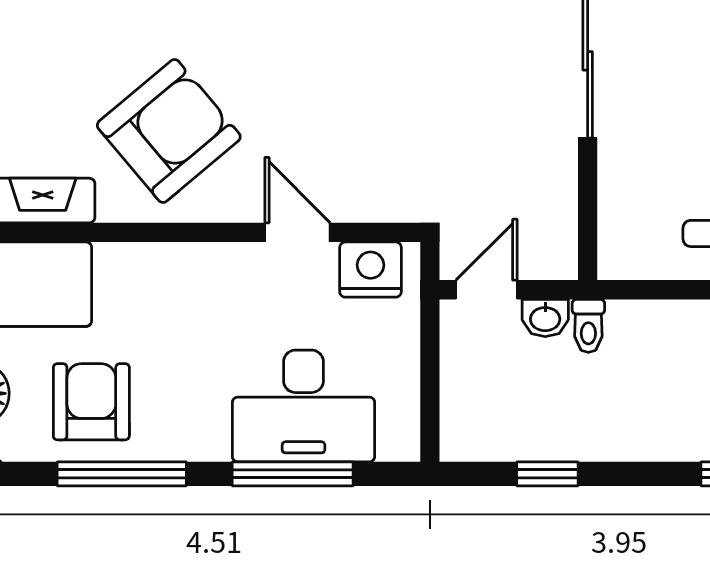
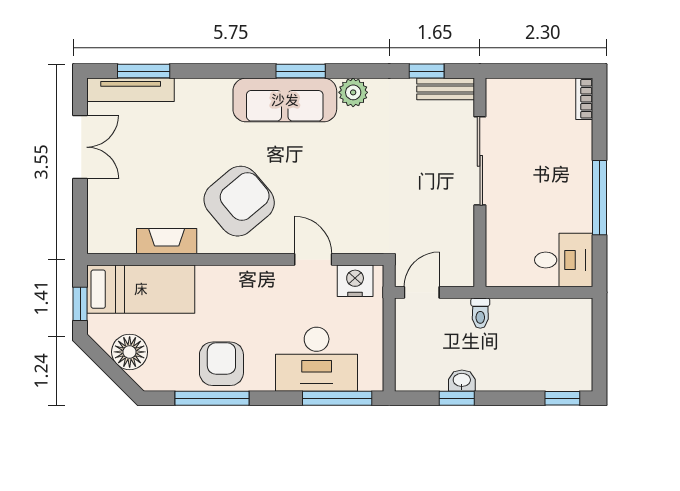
washbasin: (545, 318) -> (462, 381), moved, turned 180
armchair: (91, 402) -> (221, 364), moved
window: (293, 474) -> (337, 398), moved

